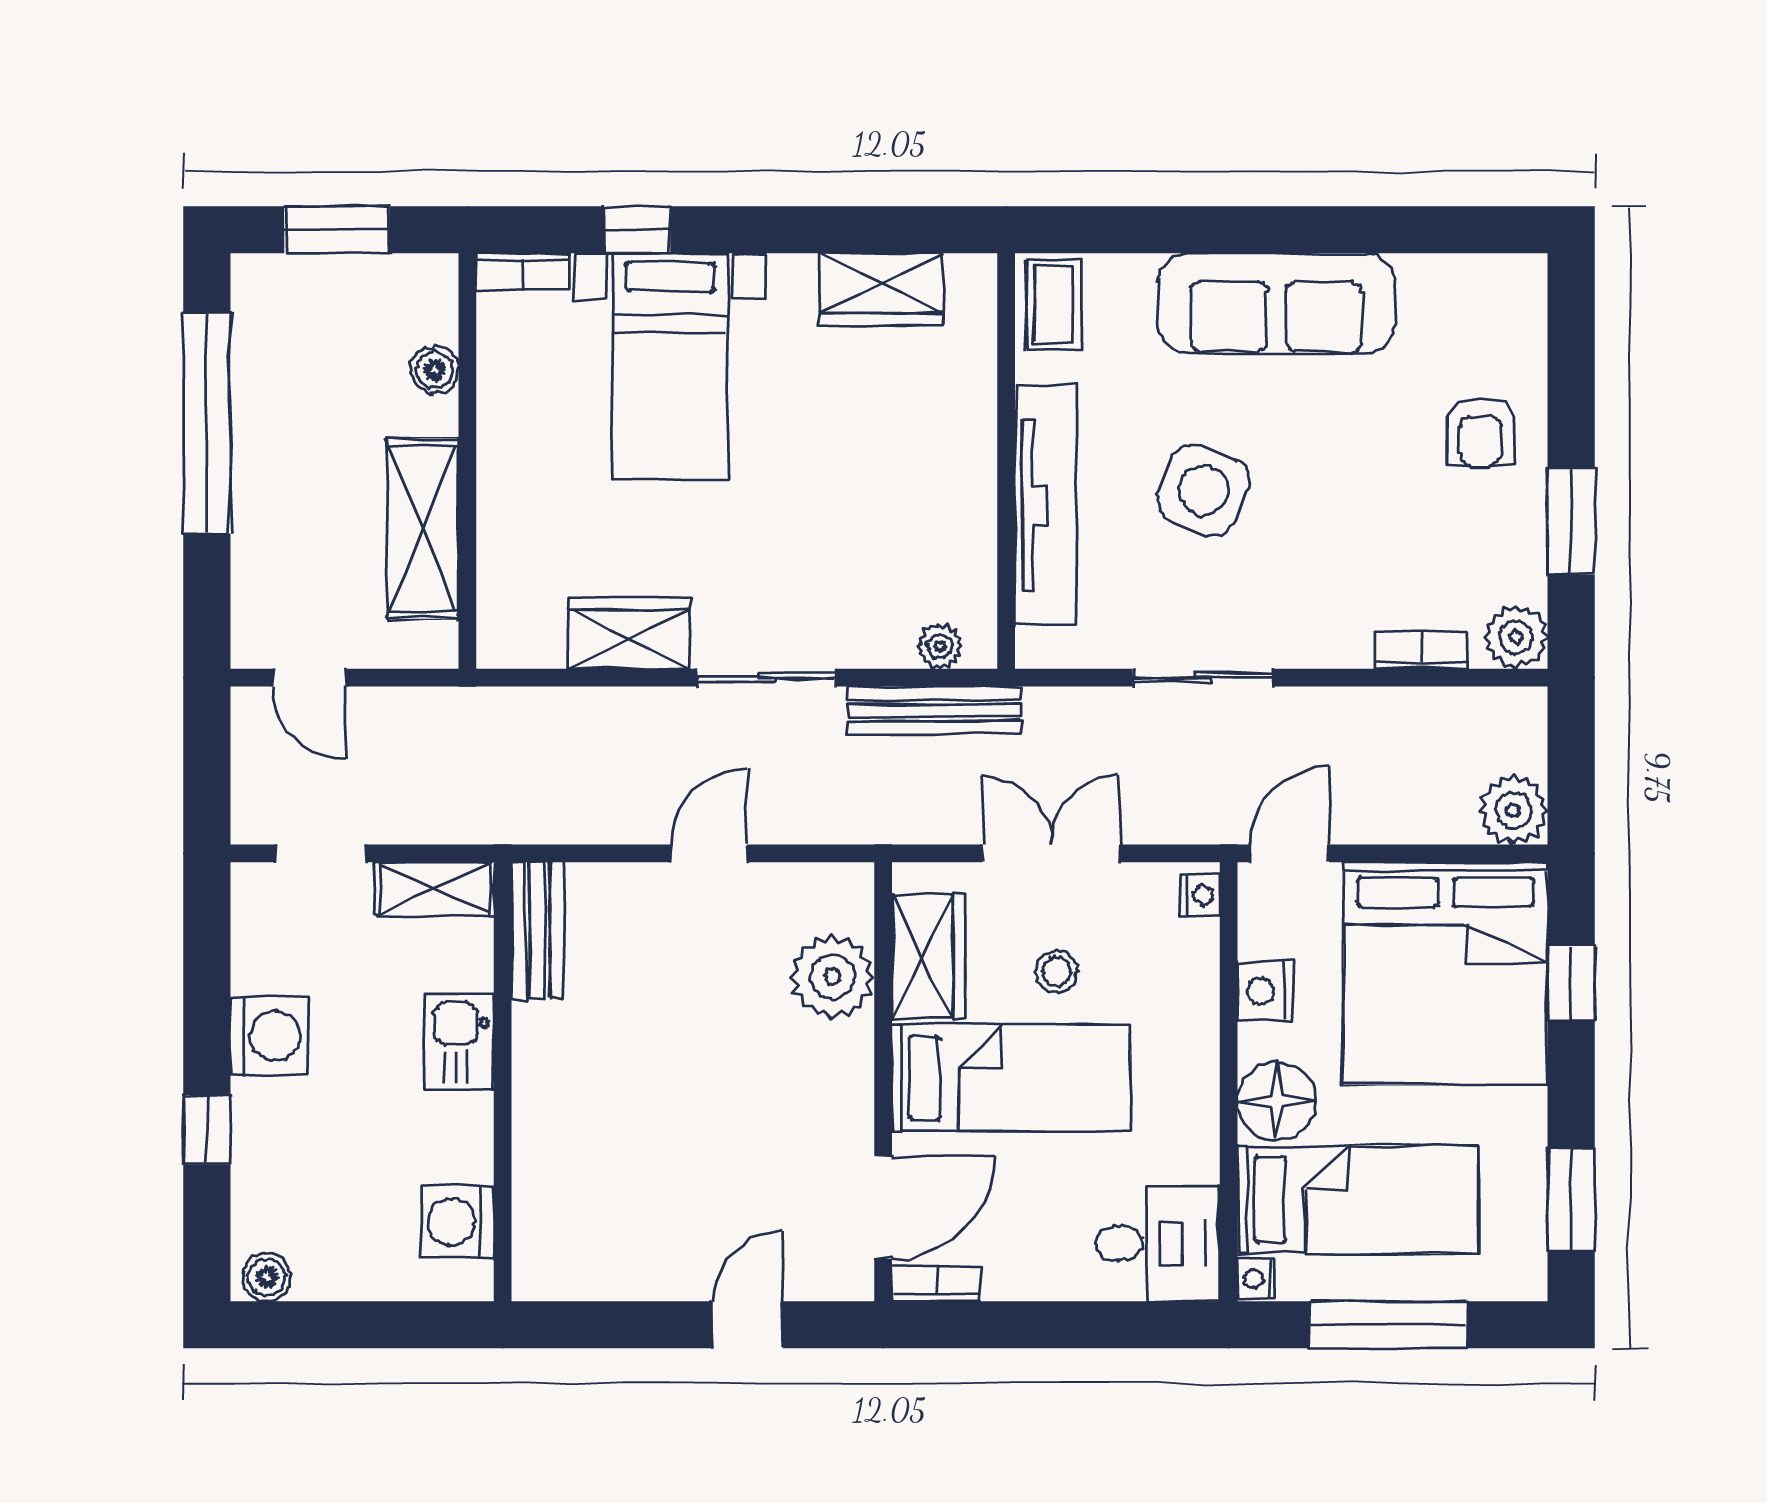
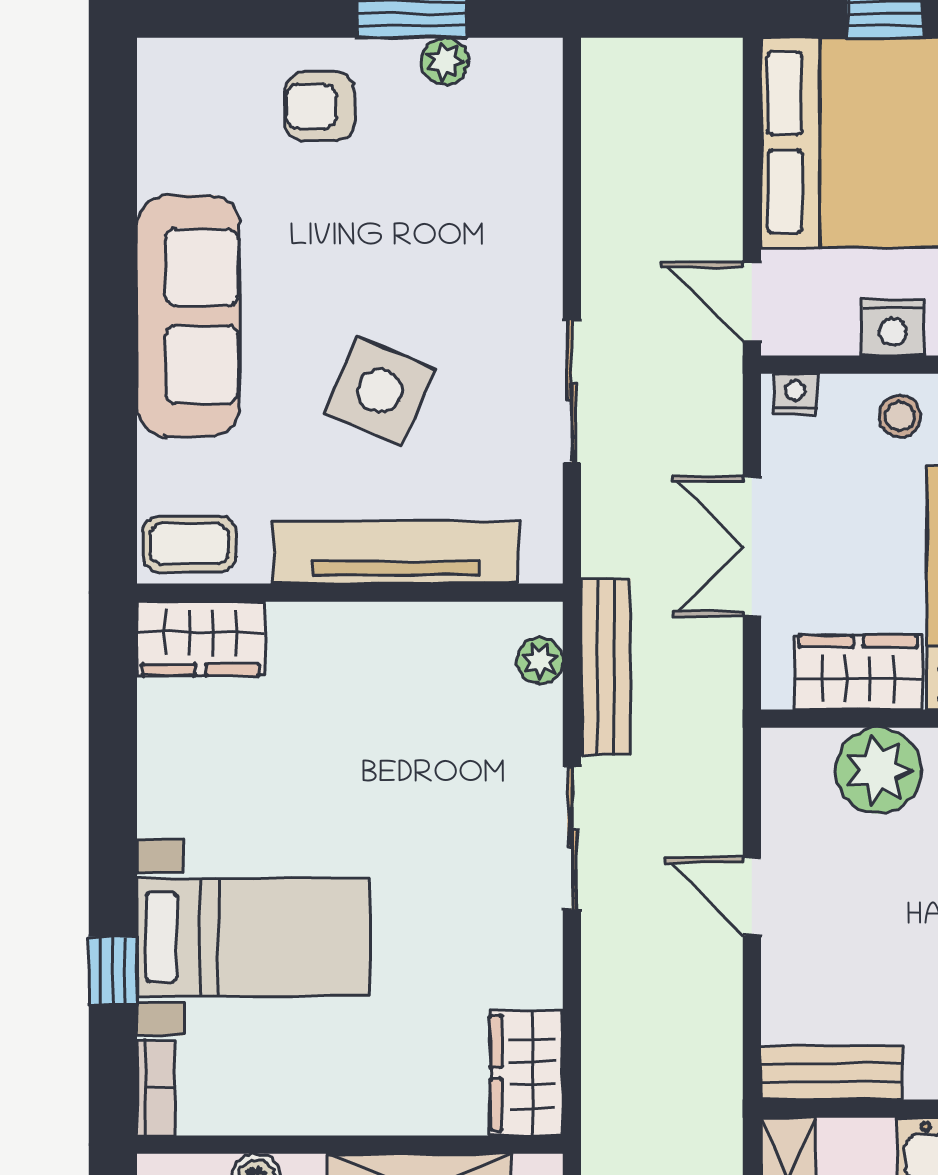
wardrobe: (881, 289) -> (201, 639), moved, turned 90
armchair: (1481, 432) -> (320, 107), turned 180
wardrobe: (629, 633) -> (527, 1073), moved
plant: (1516, 637) -> (445, 61), moved, width x0.73, depth x0.73
bookcase: (1421, 650) -> (544, 168), removed
plant: (1513, 810) -> (708, 73), removed
stool: (1057, 972) -> (900, 416), moved

